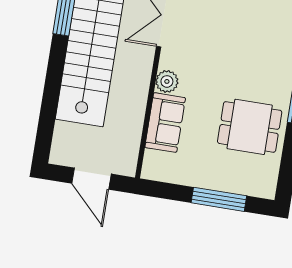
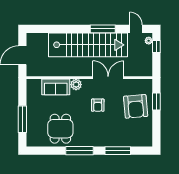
armchair: (215, 45) -> (98, 105), added

